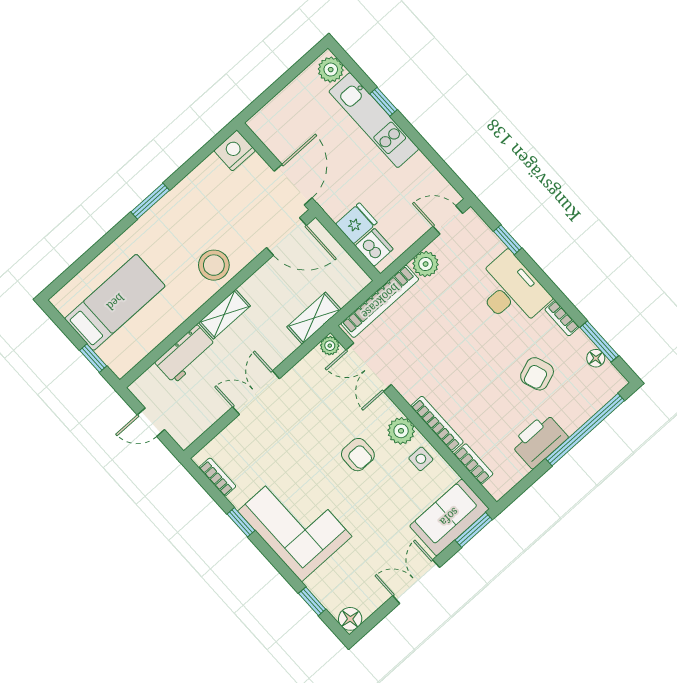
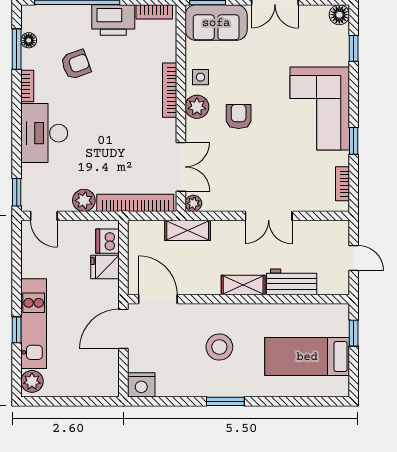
window: (508, 240) -> (17, 192), moved
stool: (214, 265) -> (219, 347), moved
bookcase: (473, 464) -> (154, 12), moved, turned -90

